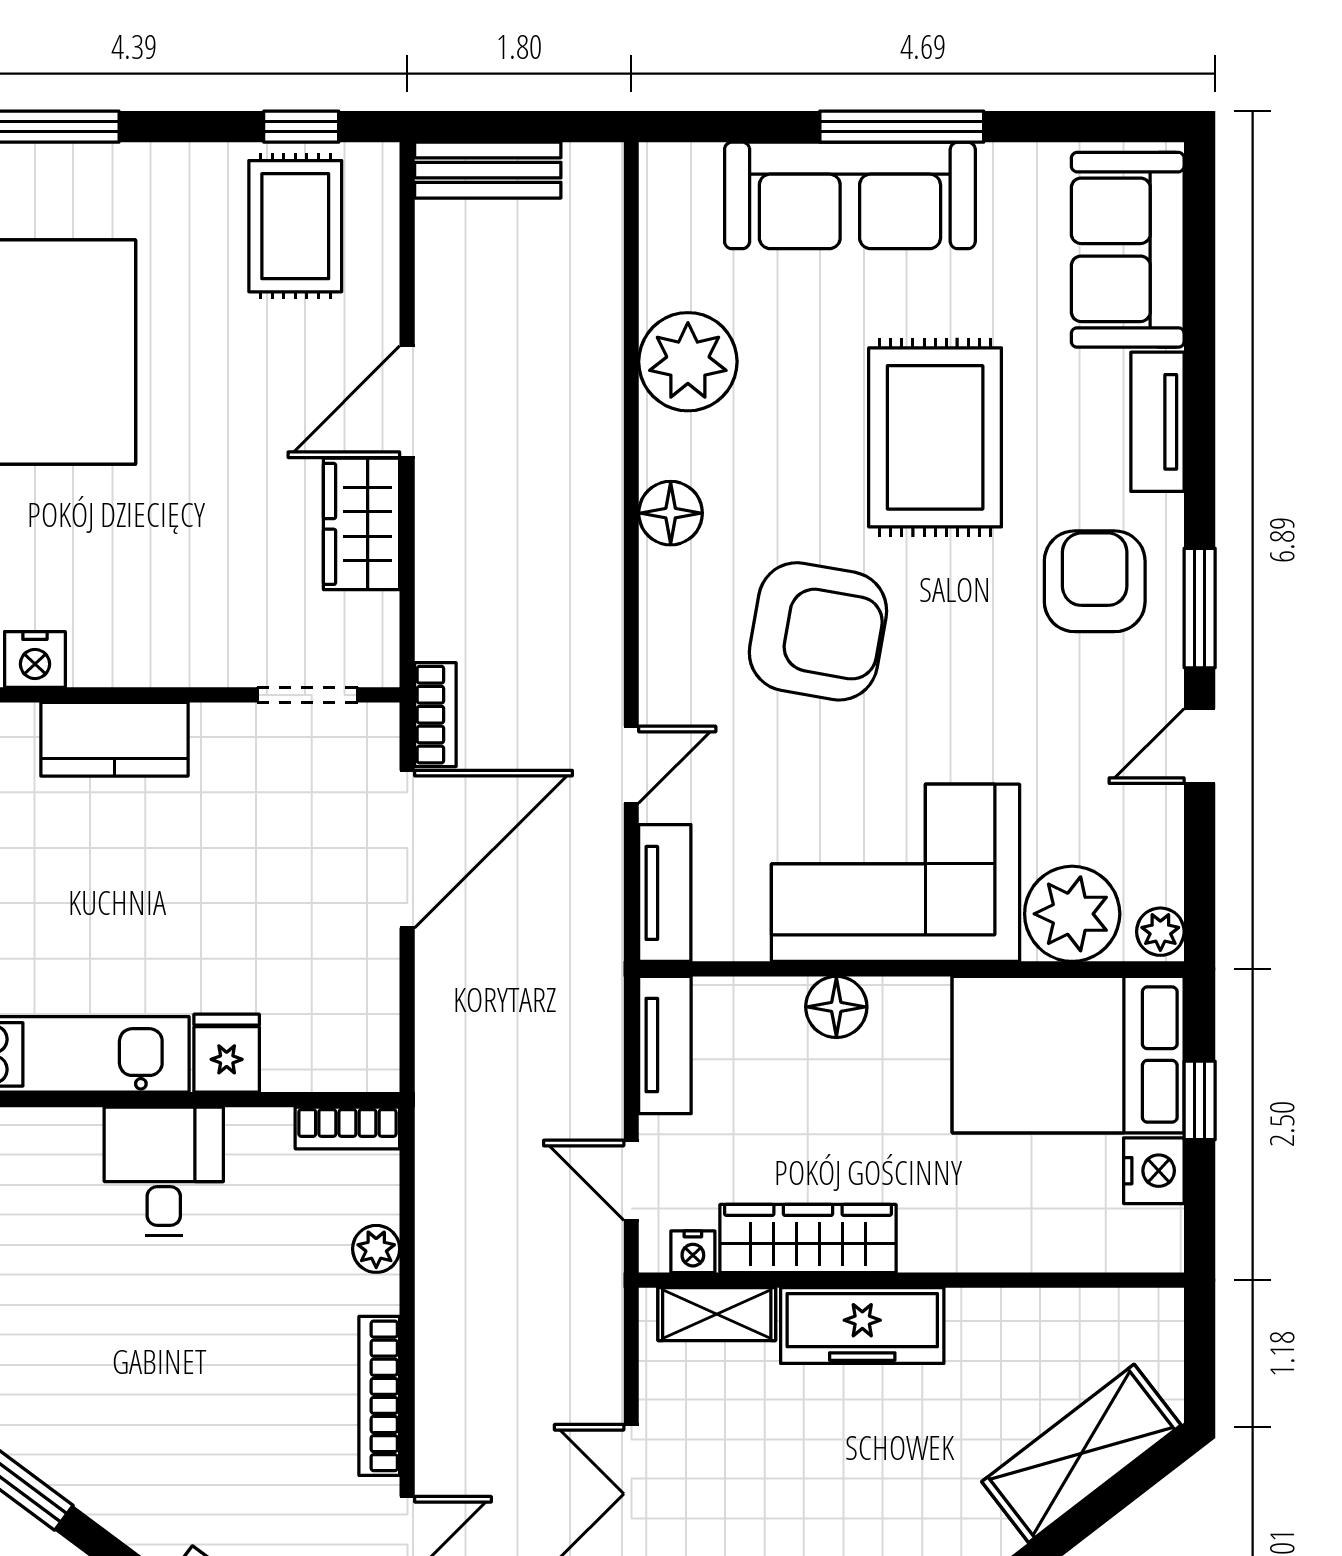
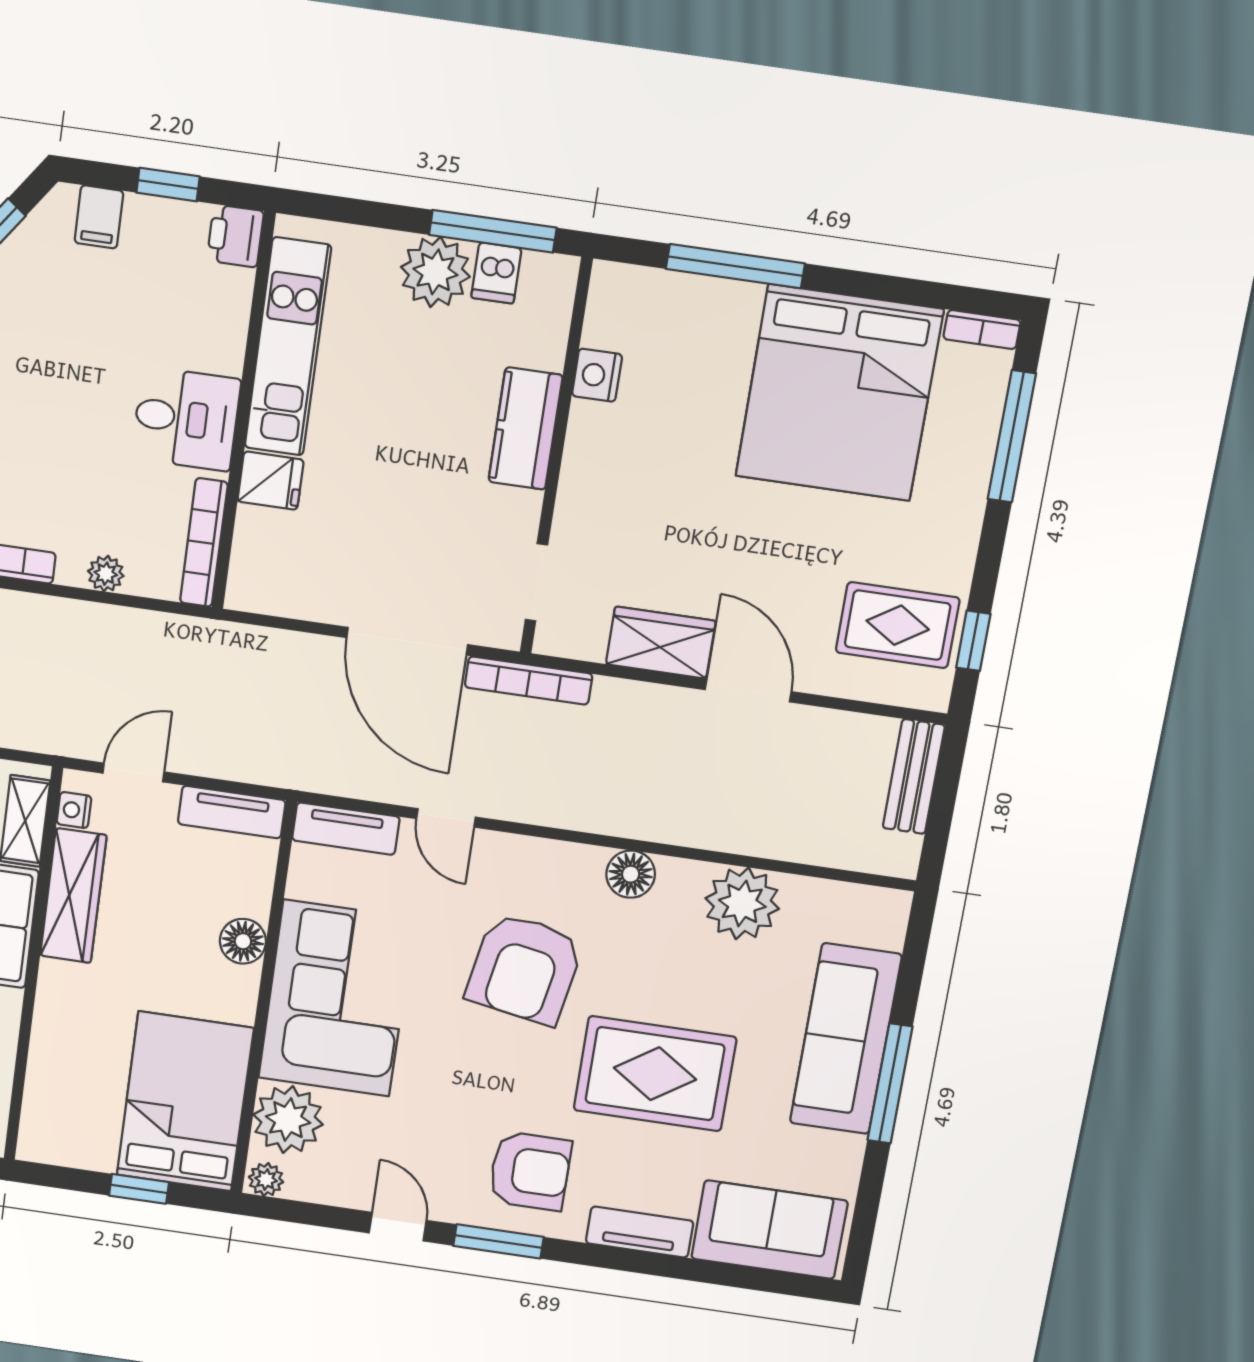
bookcase: (435, 715) -> (529, 681), width x1.56
bookcase: (347, 1128) -> (204, 543), width x1.56
nightstand: (1154, 1171) -> (92, 1149), removed

